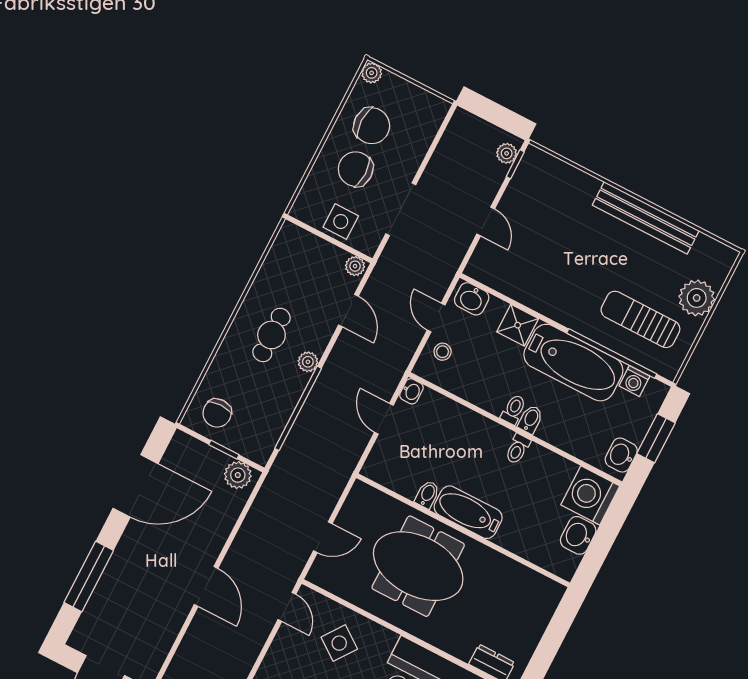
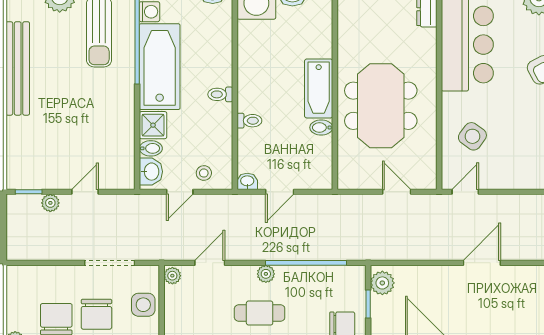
plant: (507, 153) -> (50, 203), moved
bidet: (530, 419) -> (151, 148), moved, turned 180
toilet: (518, 449) -> (249, 121), moved

